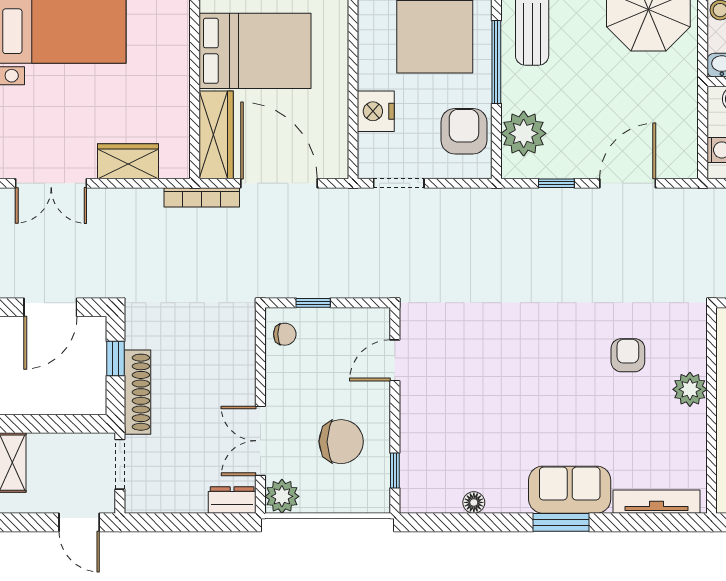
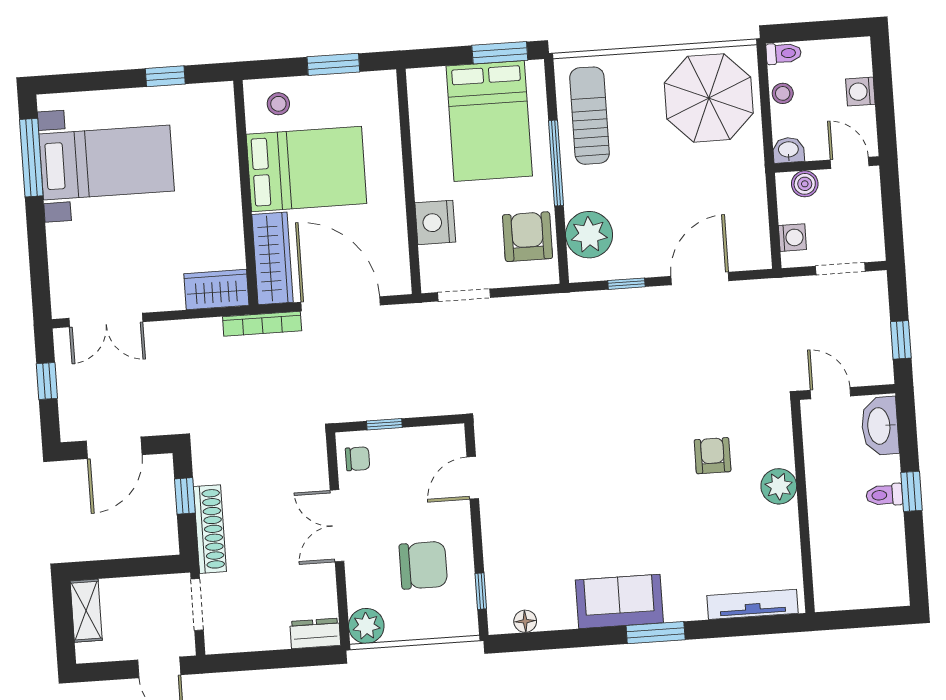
wardrobe: (128, 161) -> (216, 289), moved
double door: (260, 441) -> (337, 526), moved
sofa: (570, 490) -> (619, 601), moved
floor lamp: (474, 502) -> (525, 621), moved

